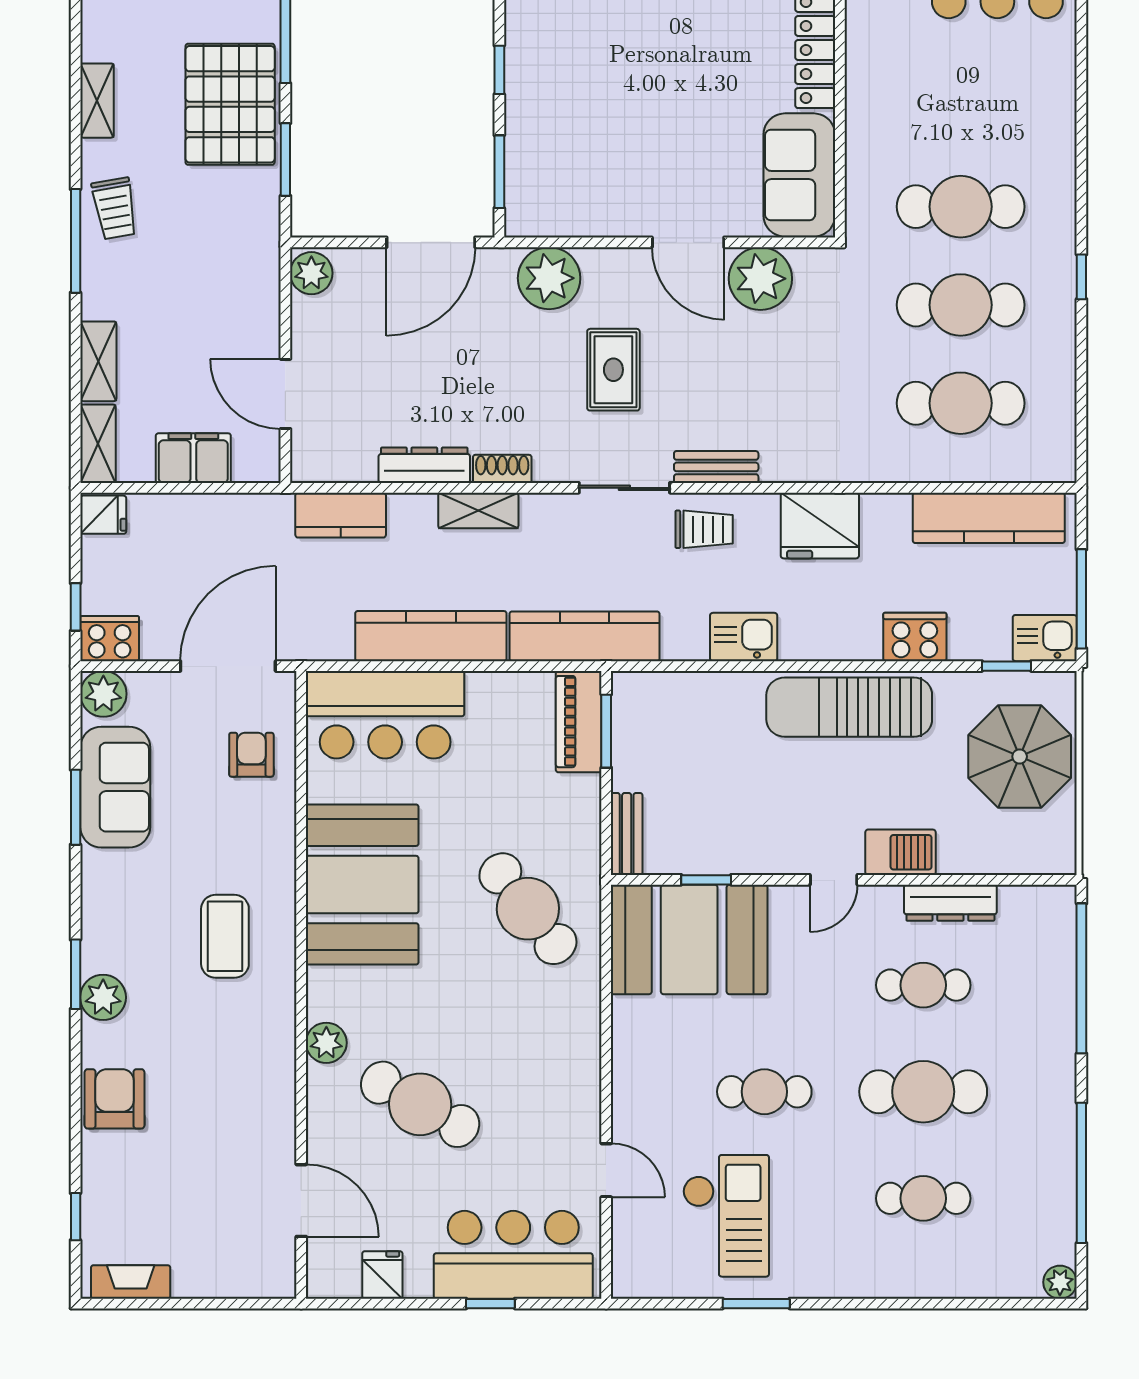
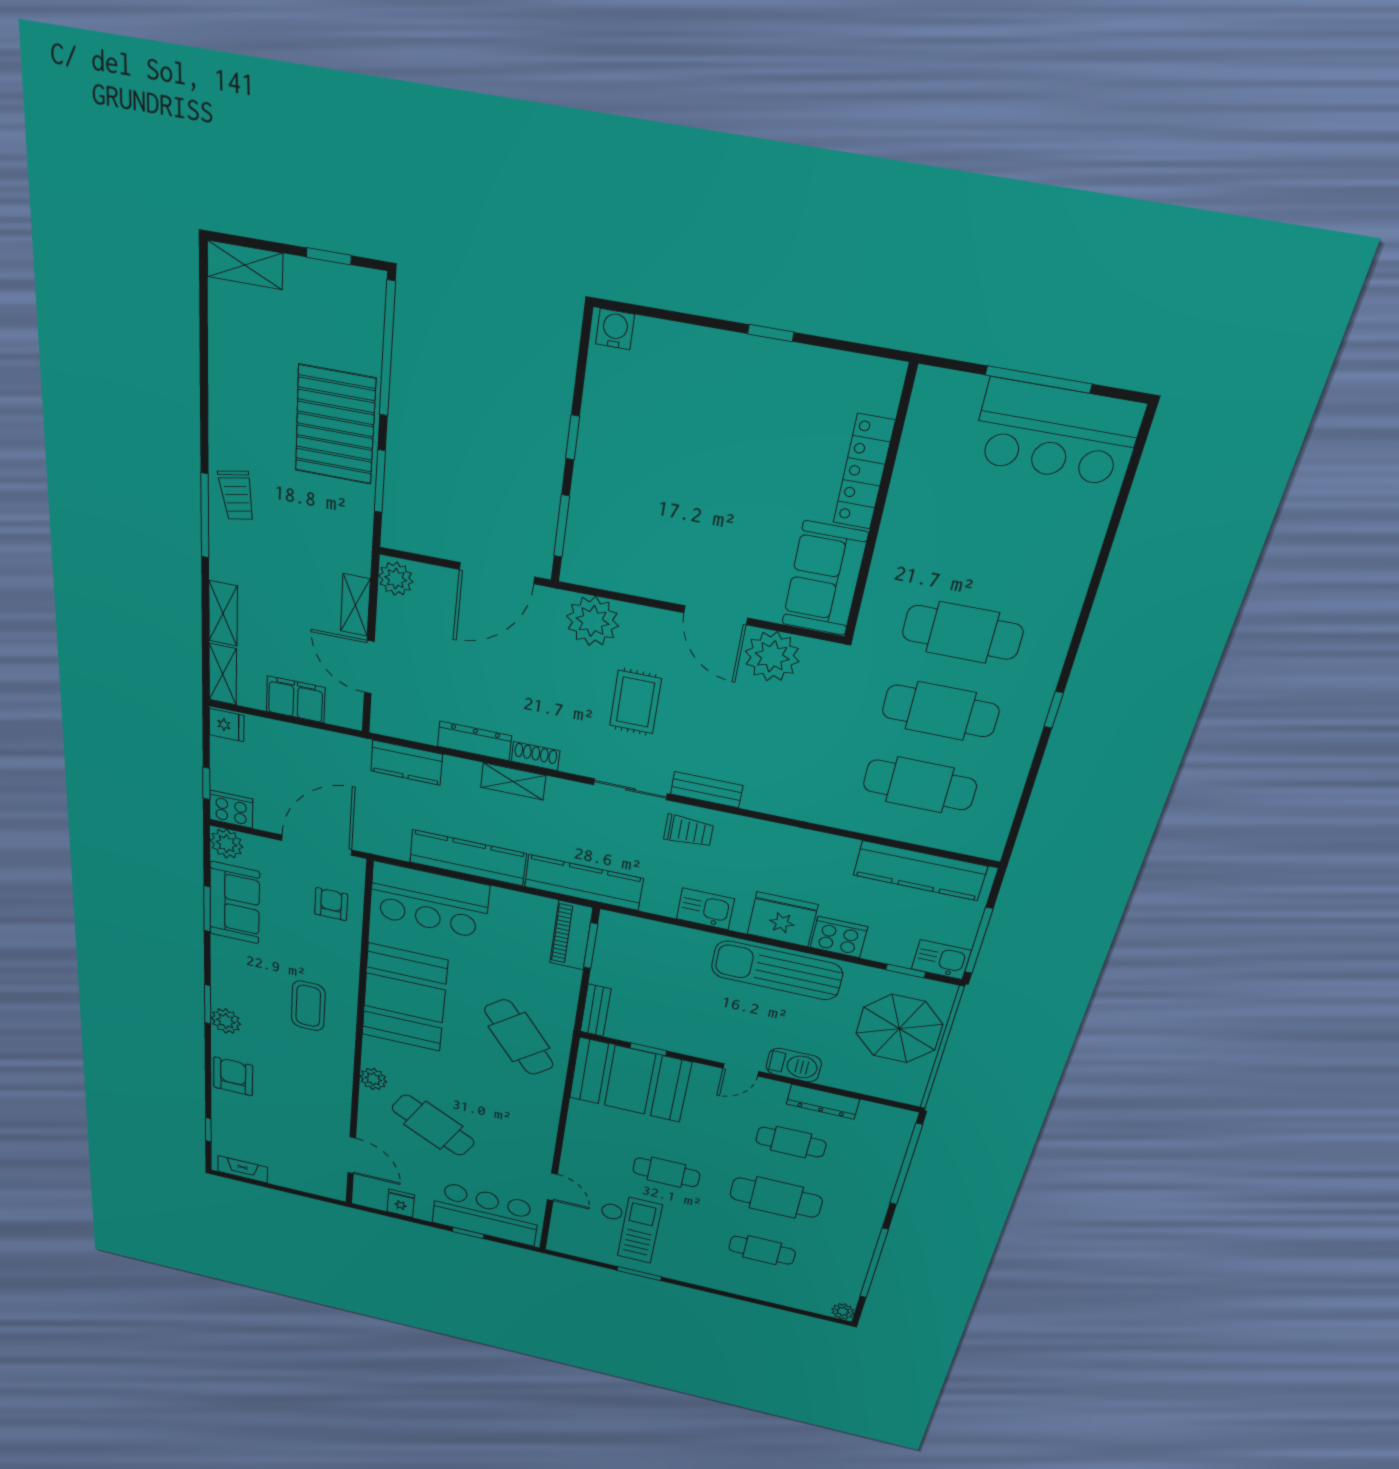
shelving: (97, 101) -> (355, 605), moved
fridge: (820, 526) -> (782, 919), moved, turned 180

